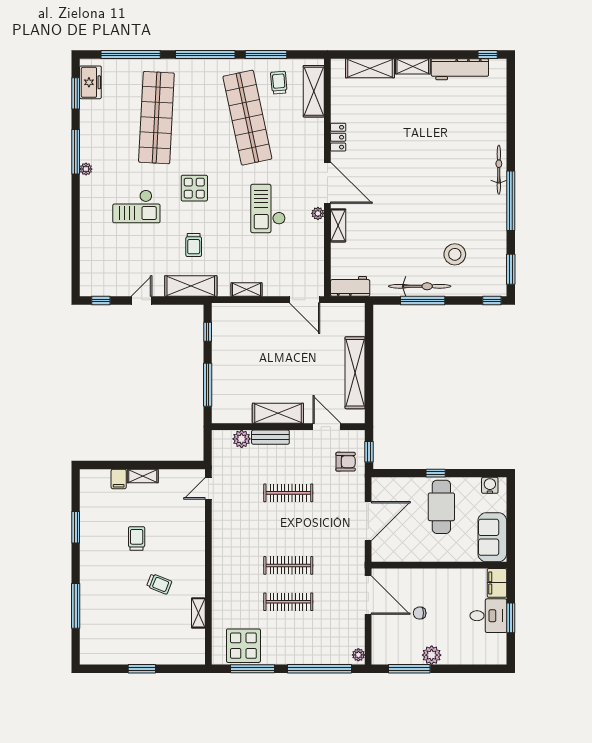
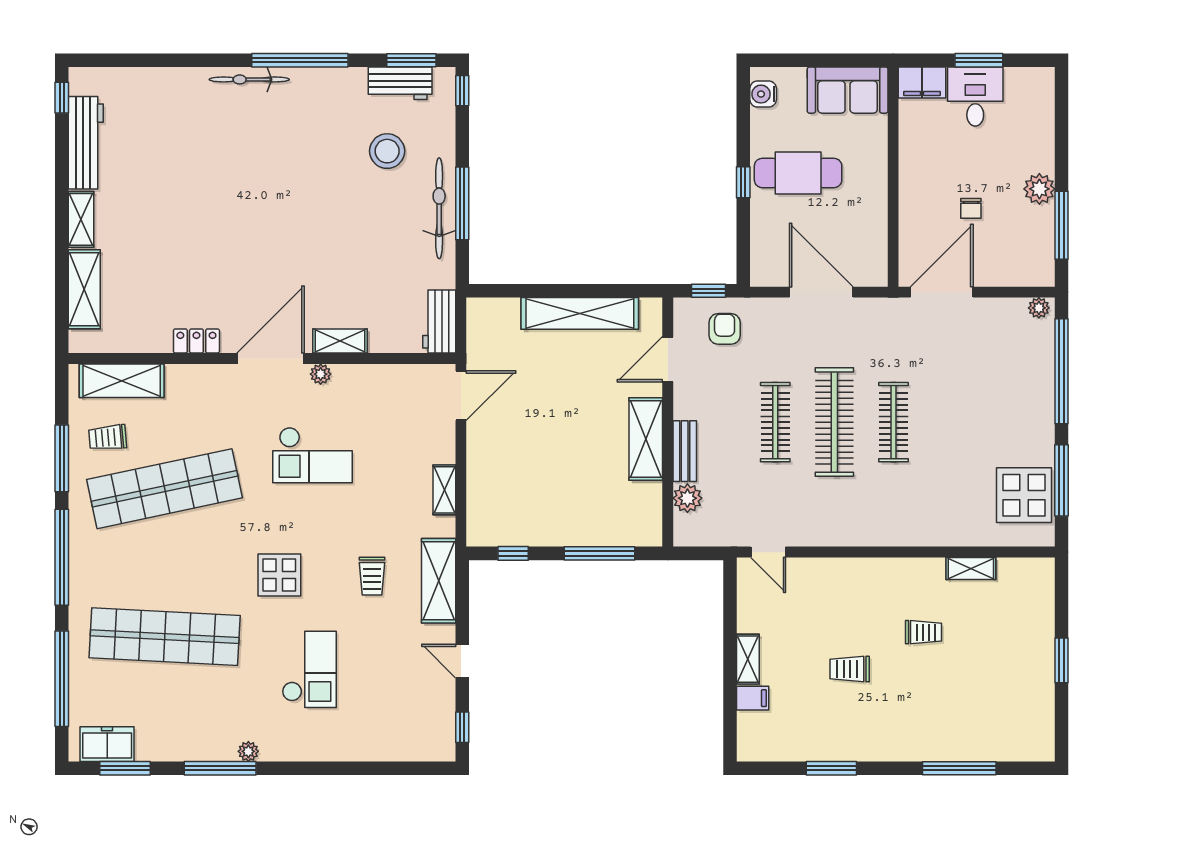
trolley: (194, 245) -> (372, 576), turned 90
workbench: (497, 262) -> (400, 83), added
trolley: (159, 584) -> (923, 632), turned 68
clothes rail: (288, 602) -> (834, 422), moved, width x1.37, depth x1.31

